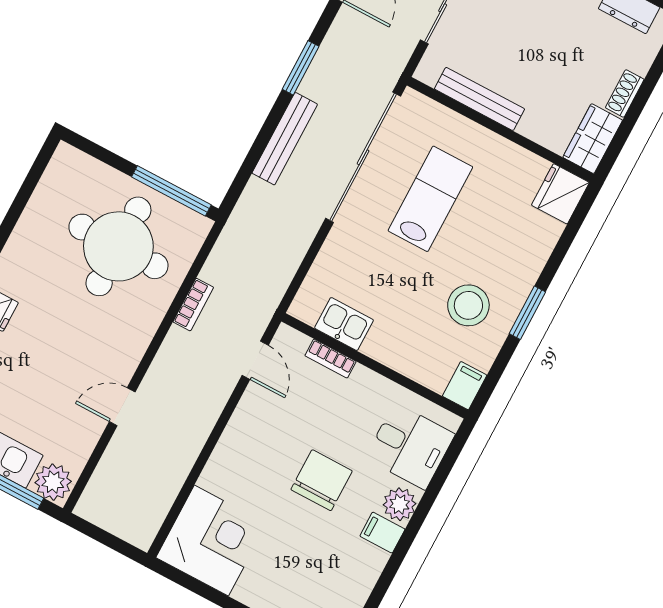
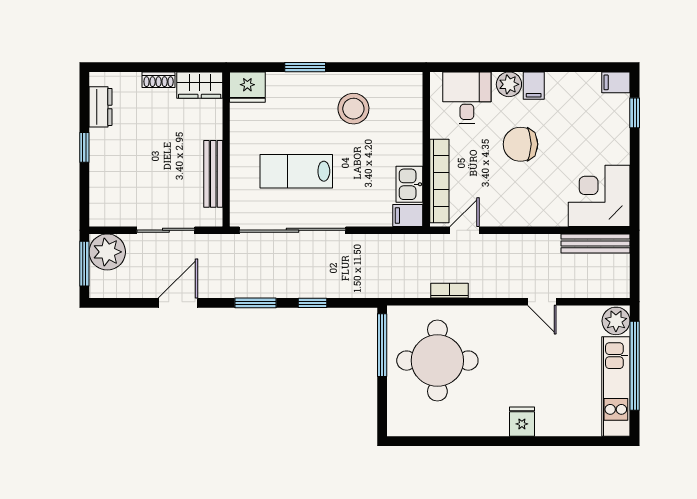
window: (265, 135) -> (312, 303), added
bench: (285, 139) -> (595, 243), moved
window: (527, 313) -> (305, 67), moved
bookcase: (330, 359) -> (439, 181), width x2.31, depth x1.31
filing cabinet: (465, 386) -> (408, 216), moved

